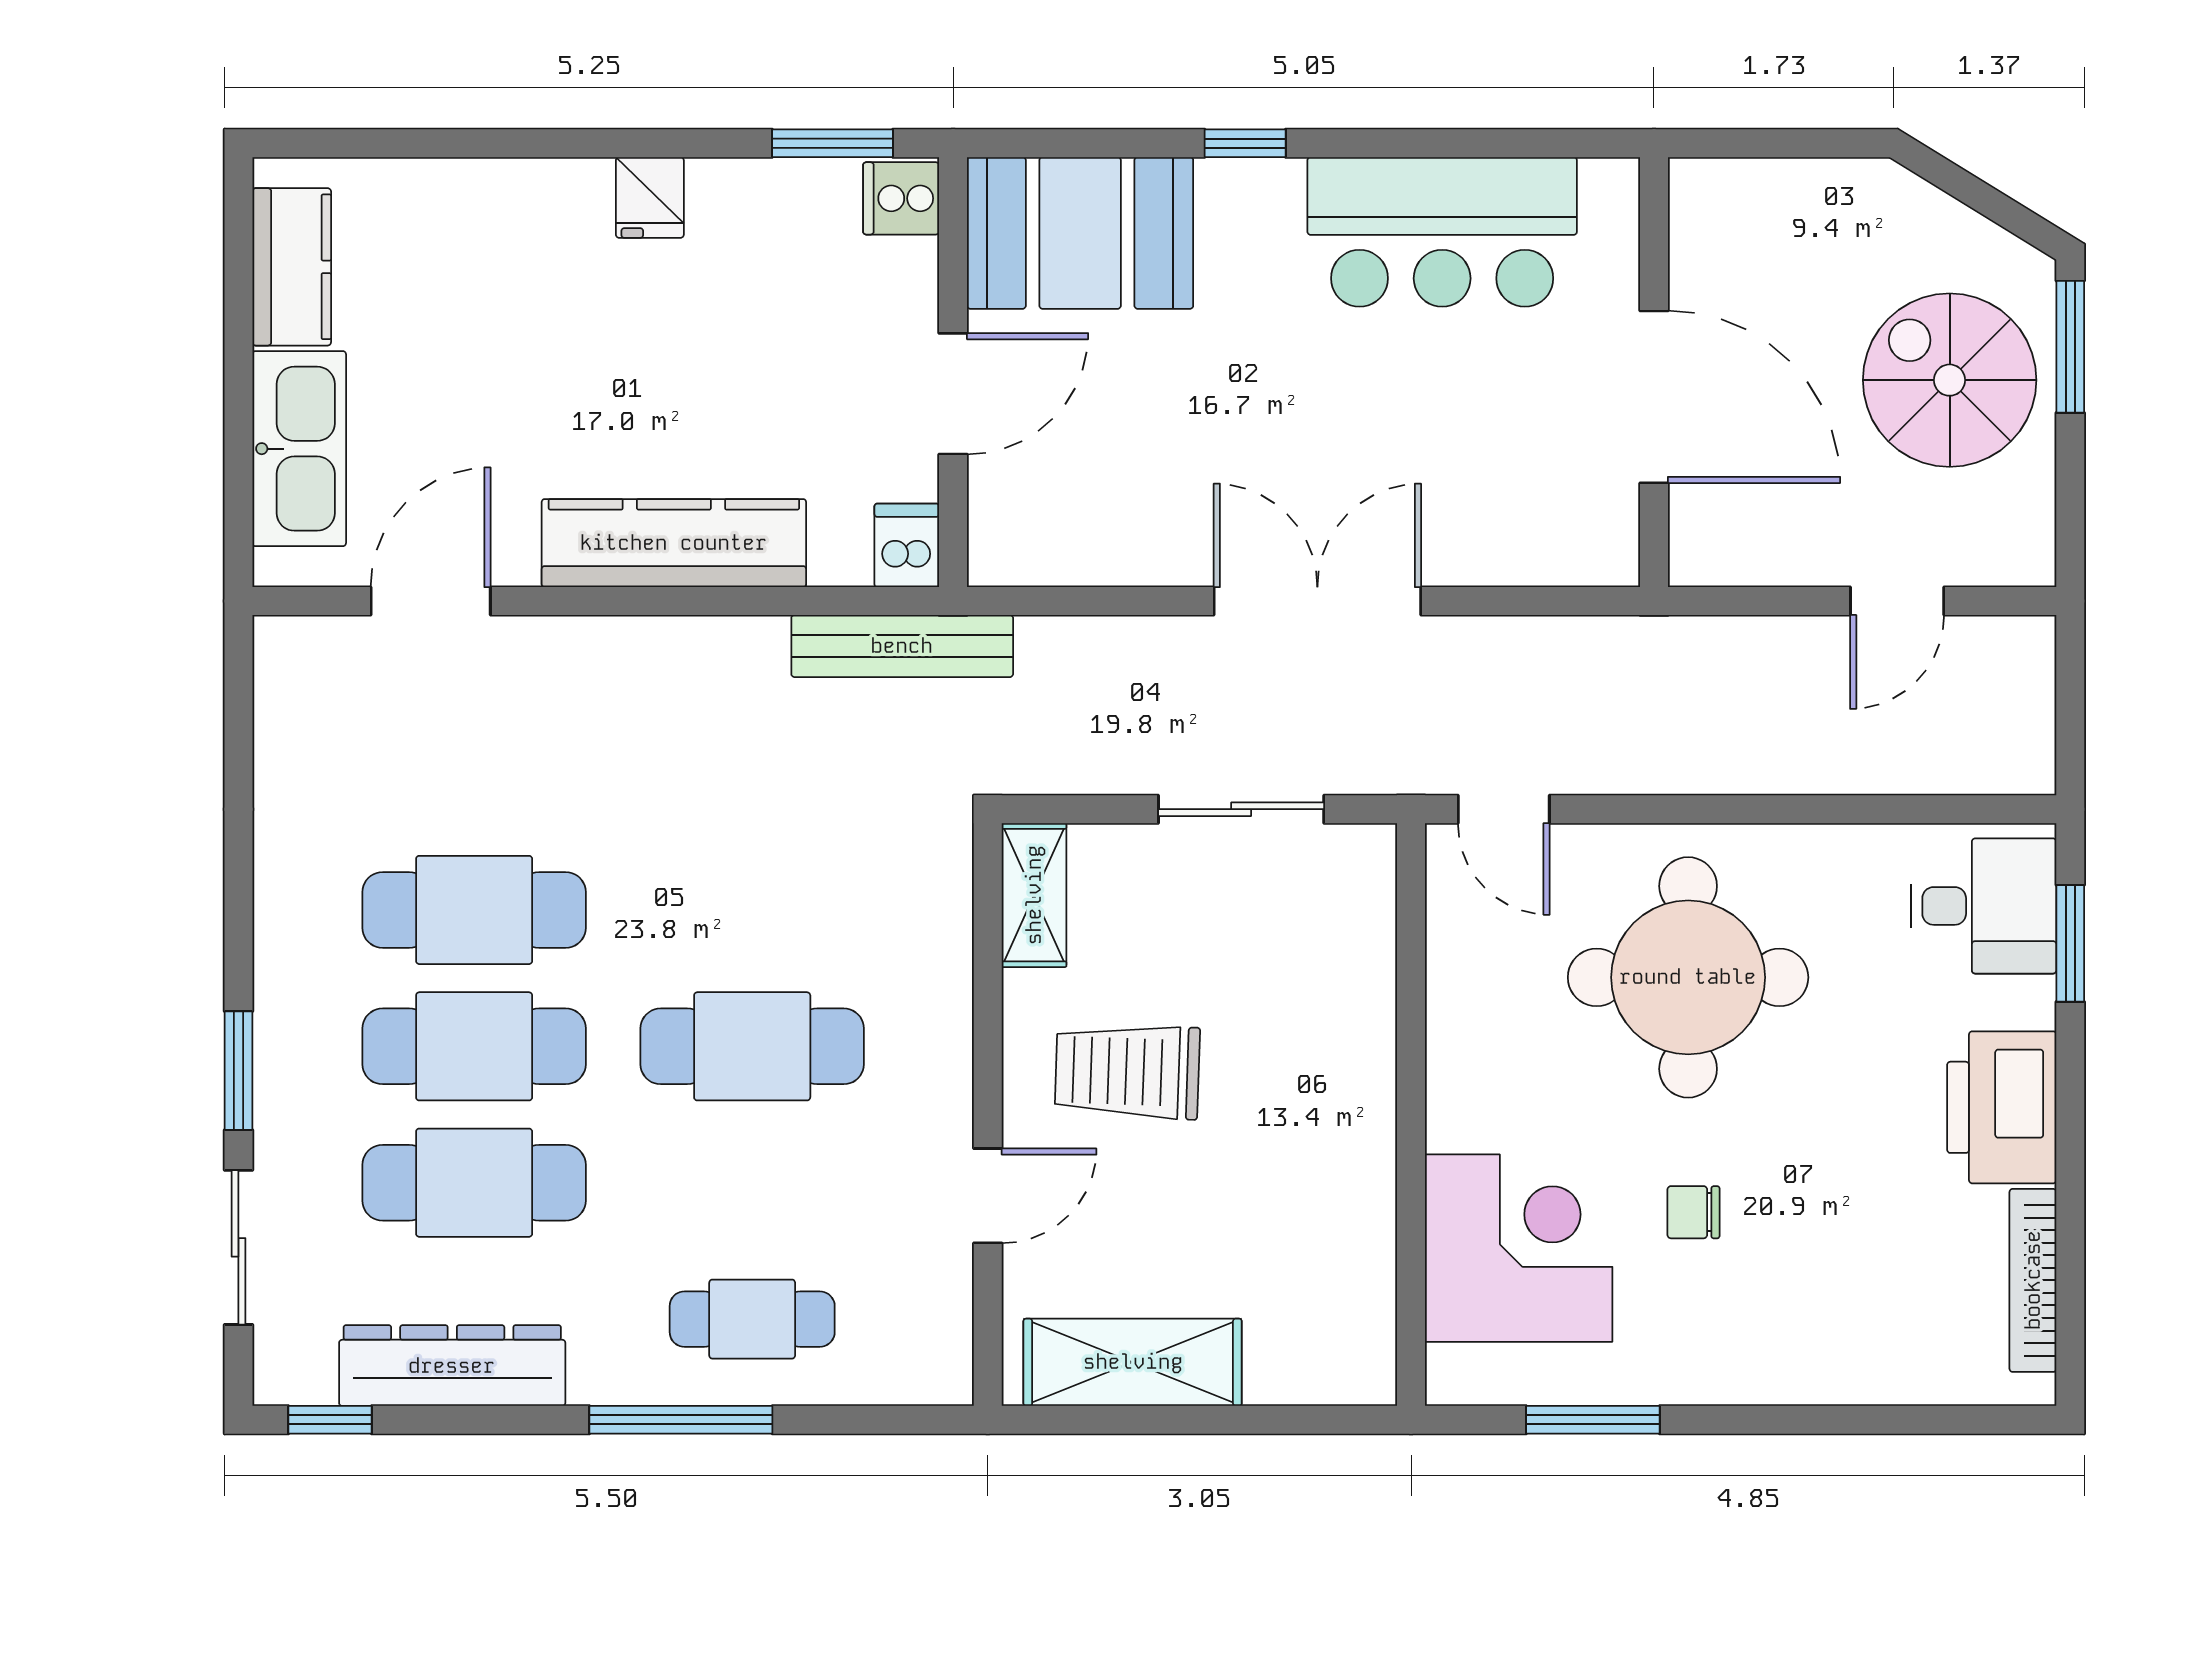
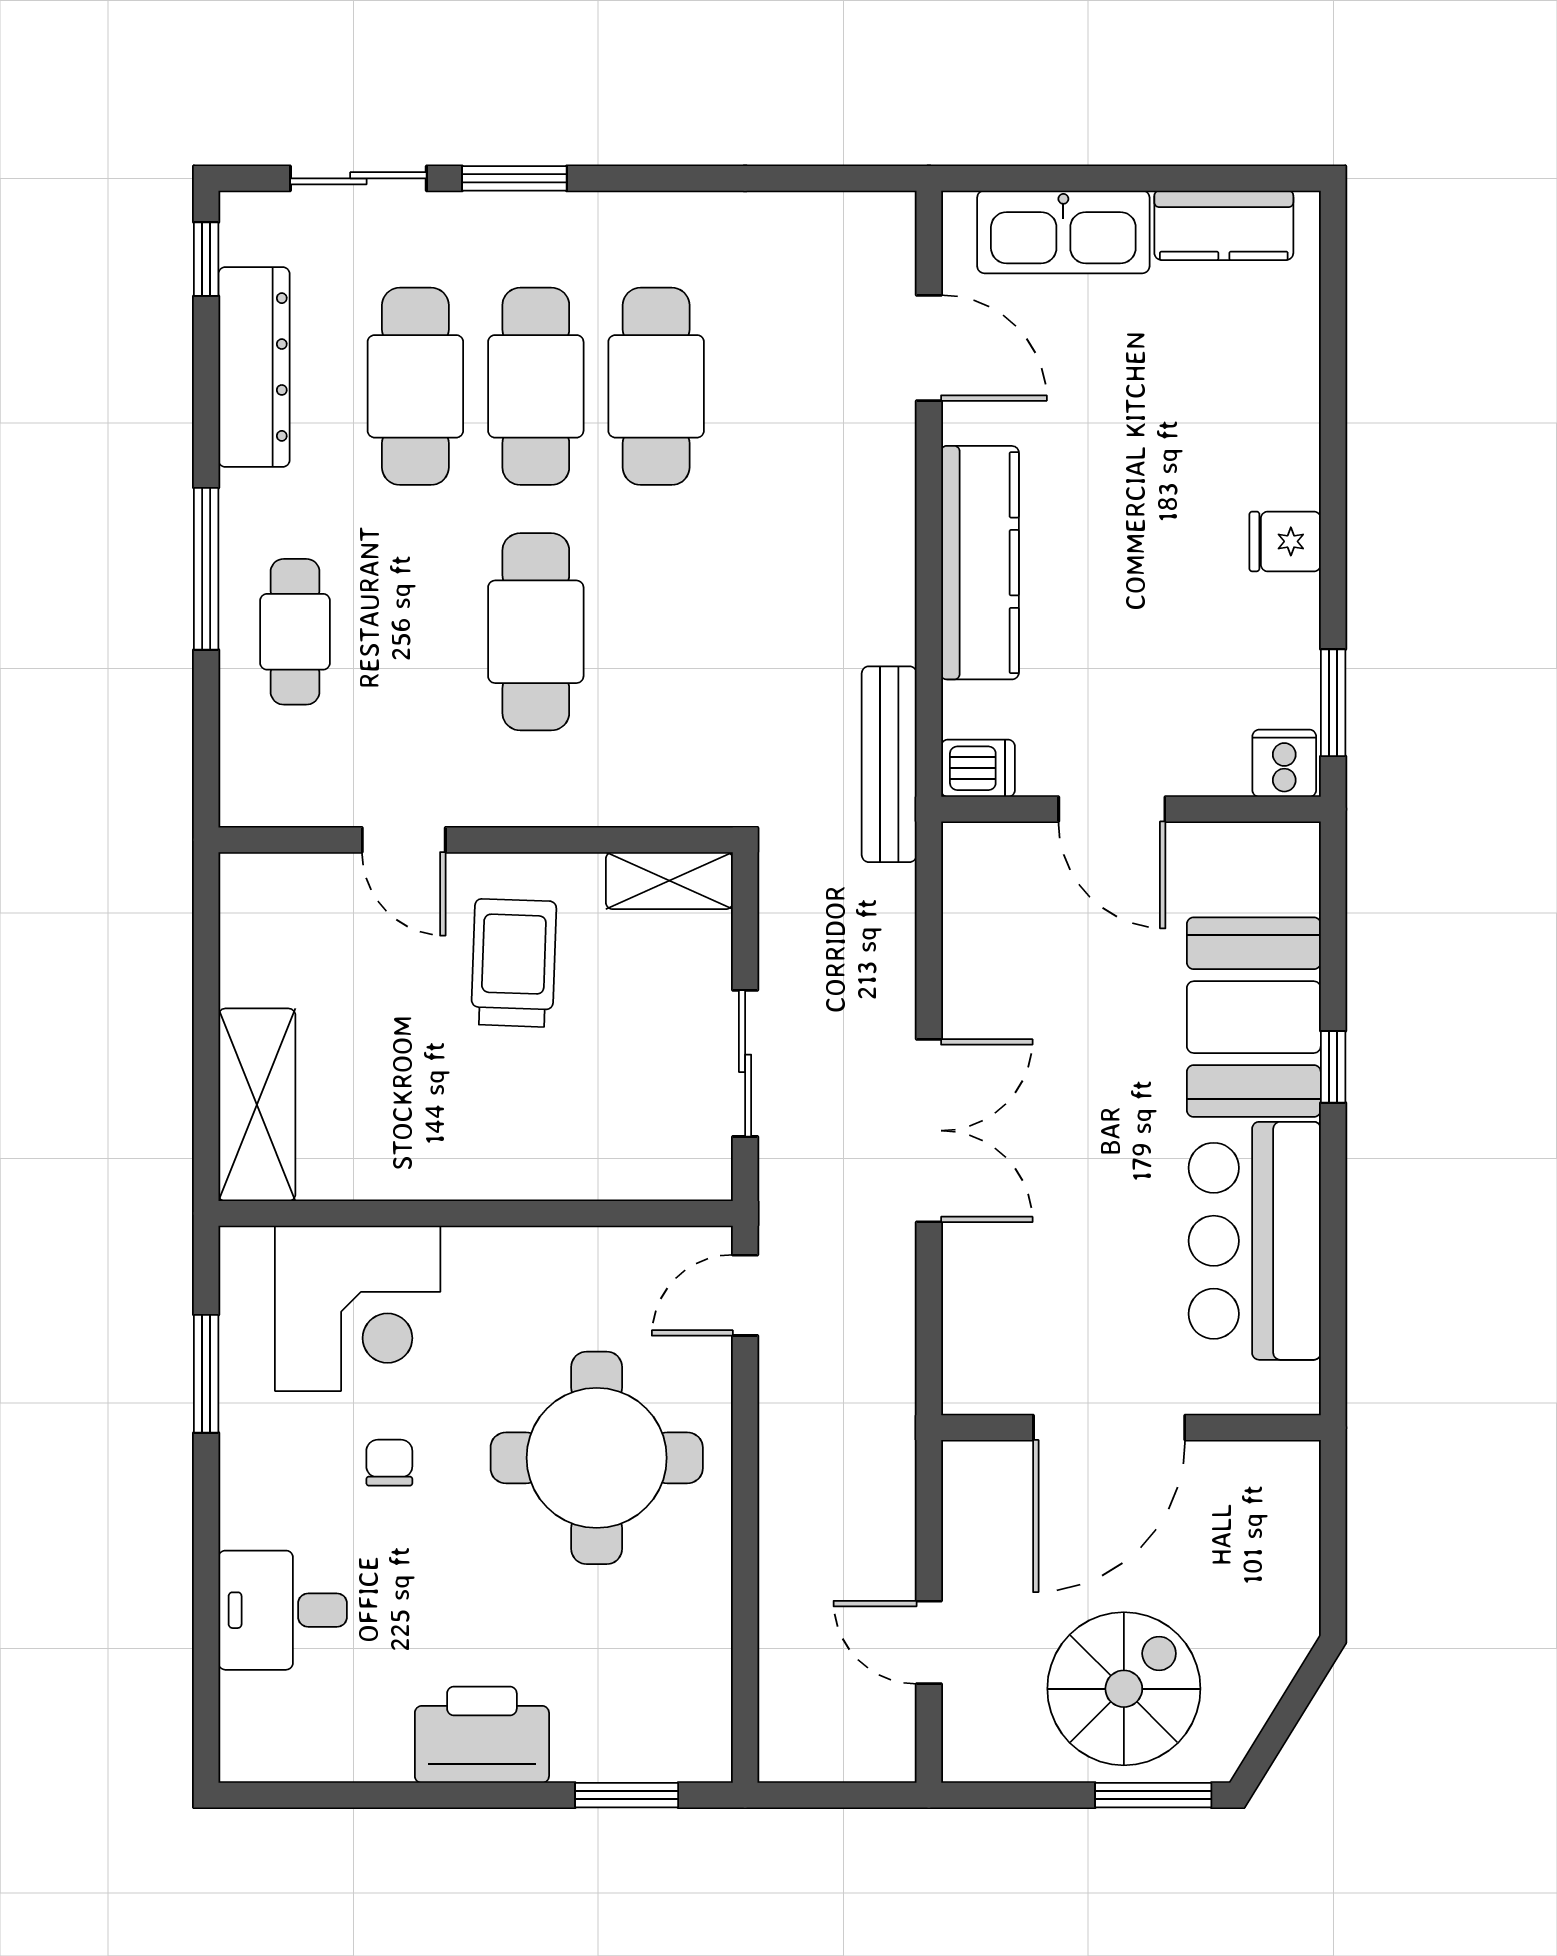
booth: (1080, 233) -> (1254, 1017), moved
desk: (1983, 906) -> (283, 1610), moved, turned 90
bookcase: (2033, 1280) -> (329, 1762), removed
shelving: (1133, 1362) -> (257, 1105), moved

